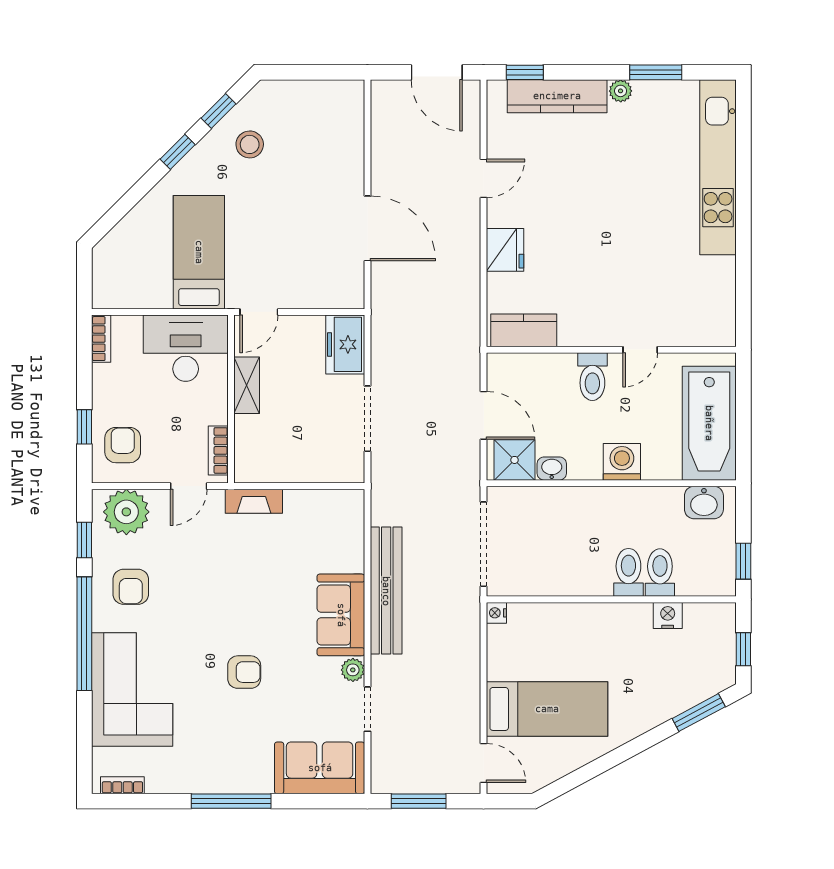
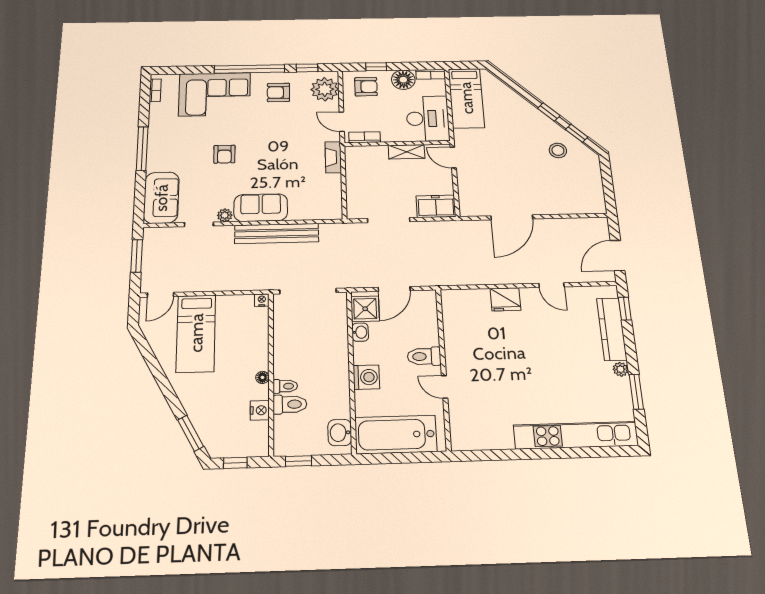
bed: (199, 252) -> (466, 98), moved, turned 90
kitchen counter: (524, 330) -> (453, 312), removed
floor lamp: (111, 384) -> (403, 80), added
toilet: (628, 572) -> (285, 386), width x0.73, depth x0.72
floor lamp: (618, 612) -> (262, 377), added

